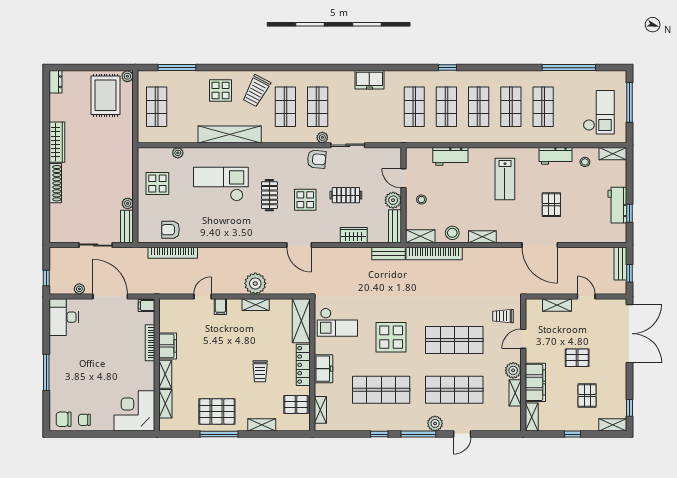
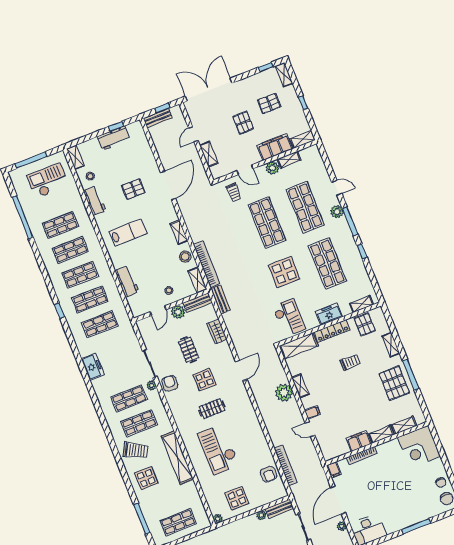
plant: (178, 153) -> (218, 519), moved

